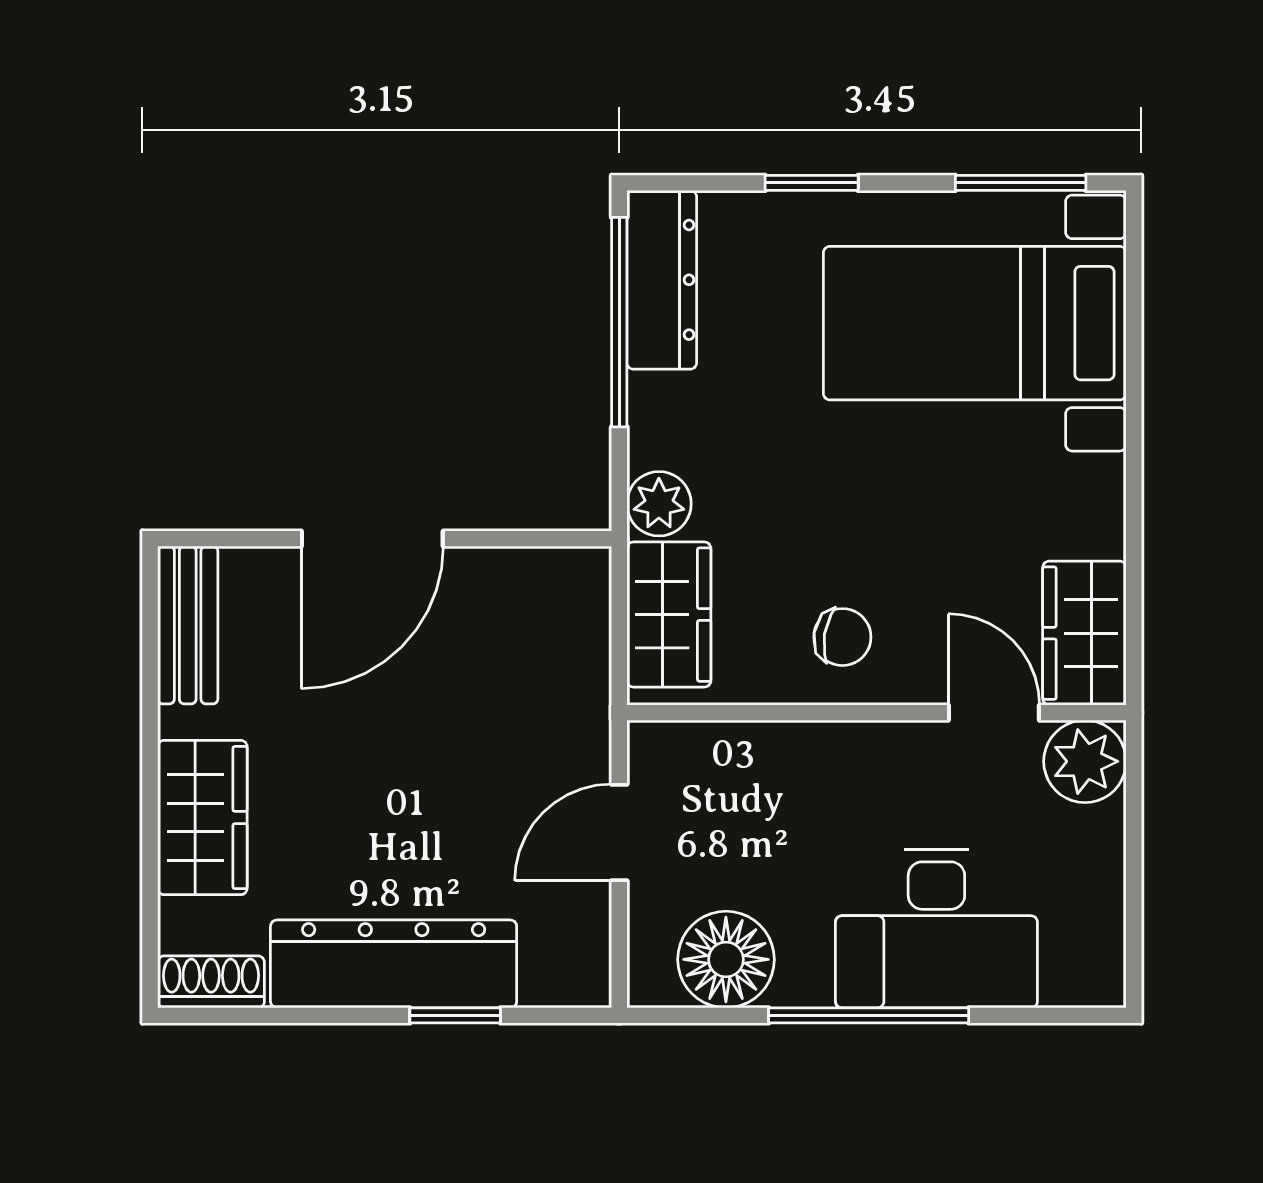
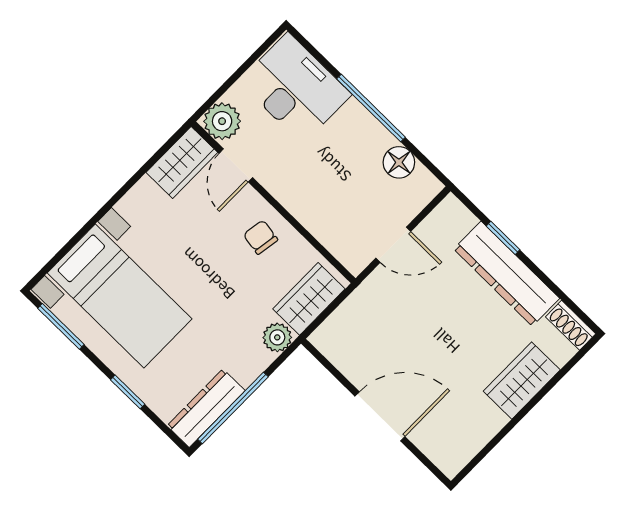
bench: (188, 625) -> (466, 447), removed
desk: (936, 928) -> (295, 88), moved
floor lamp: (726, 959) -> (399, 162), width x0.73, depth x0.73

